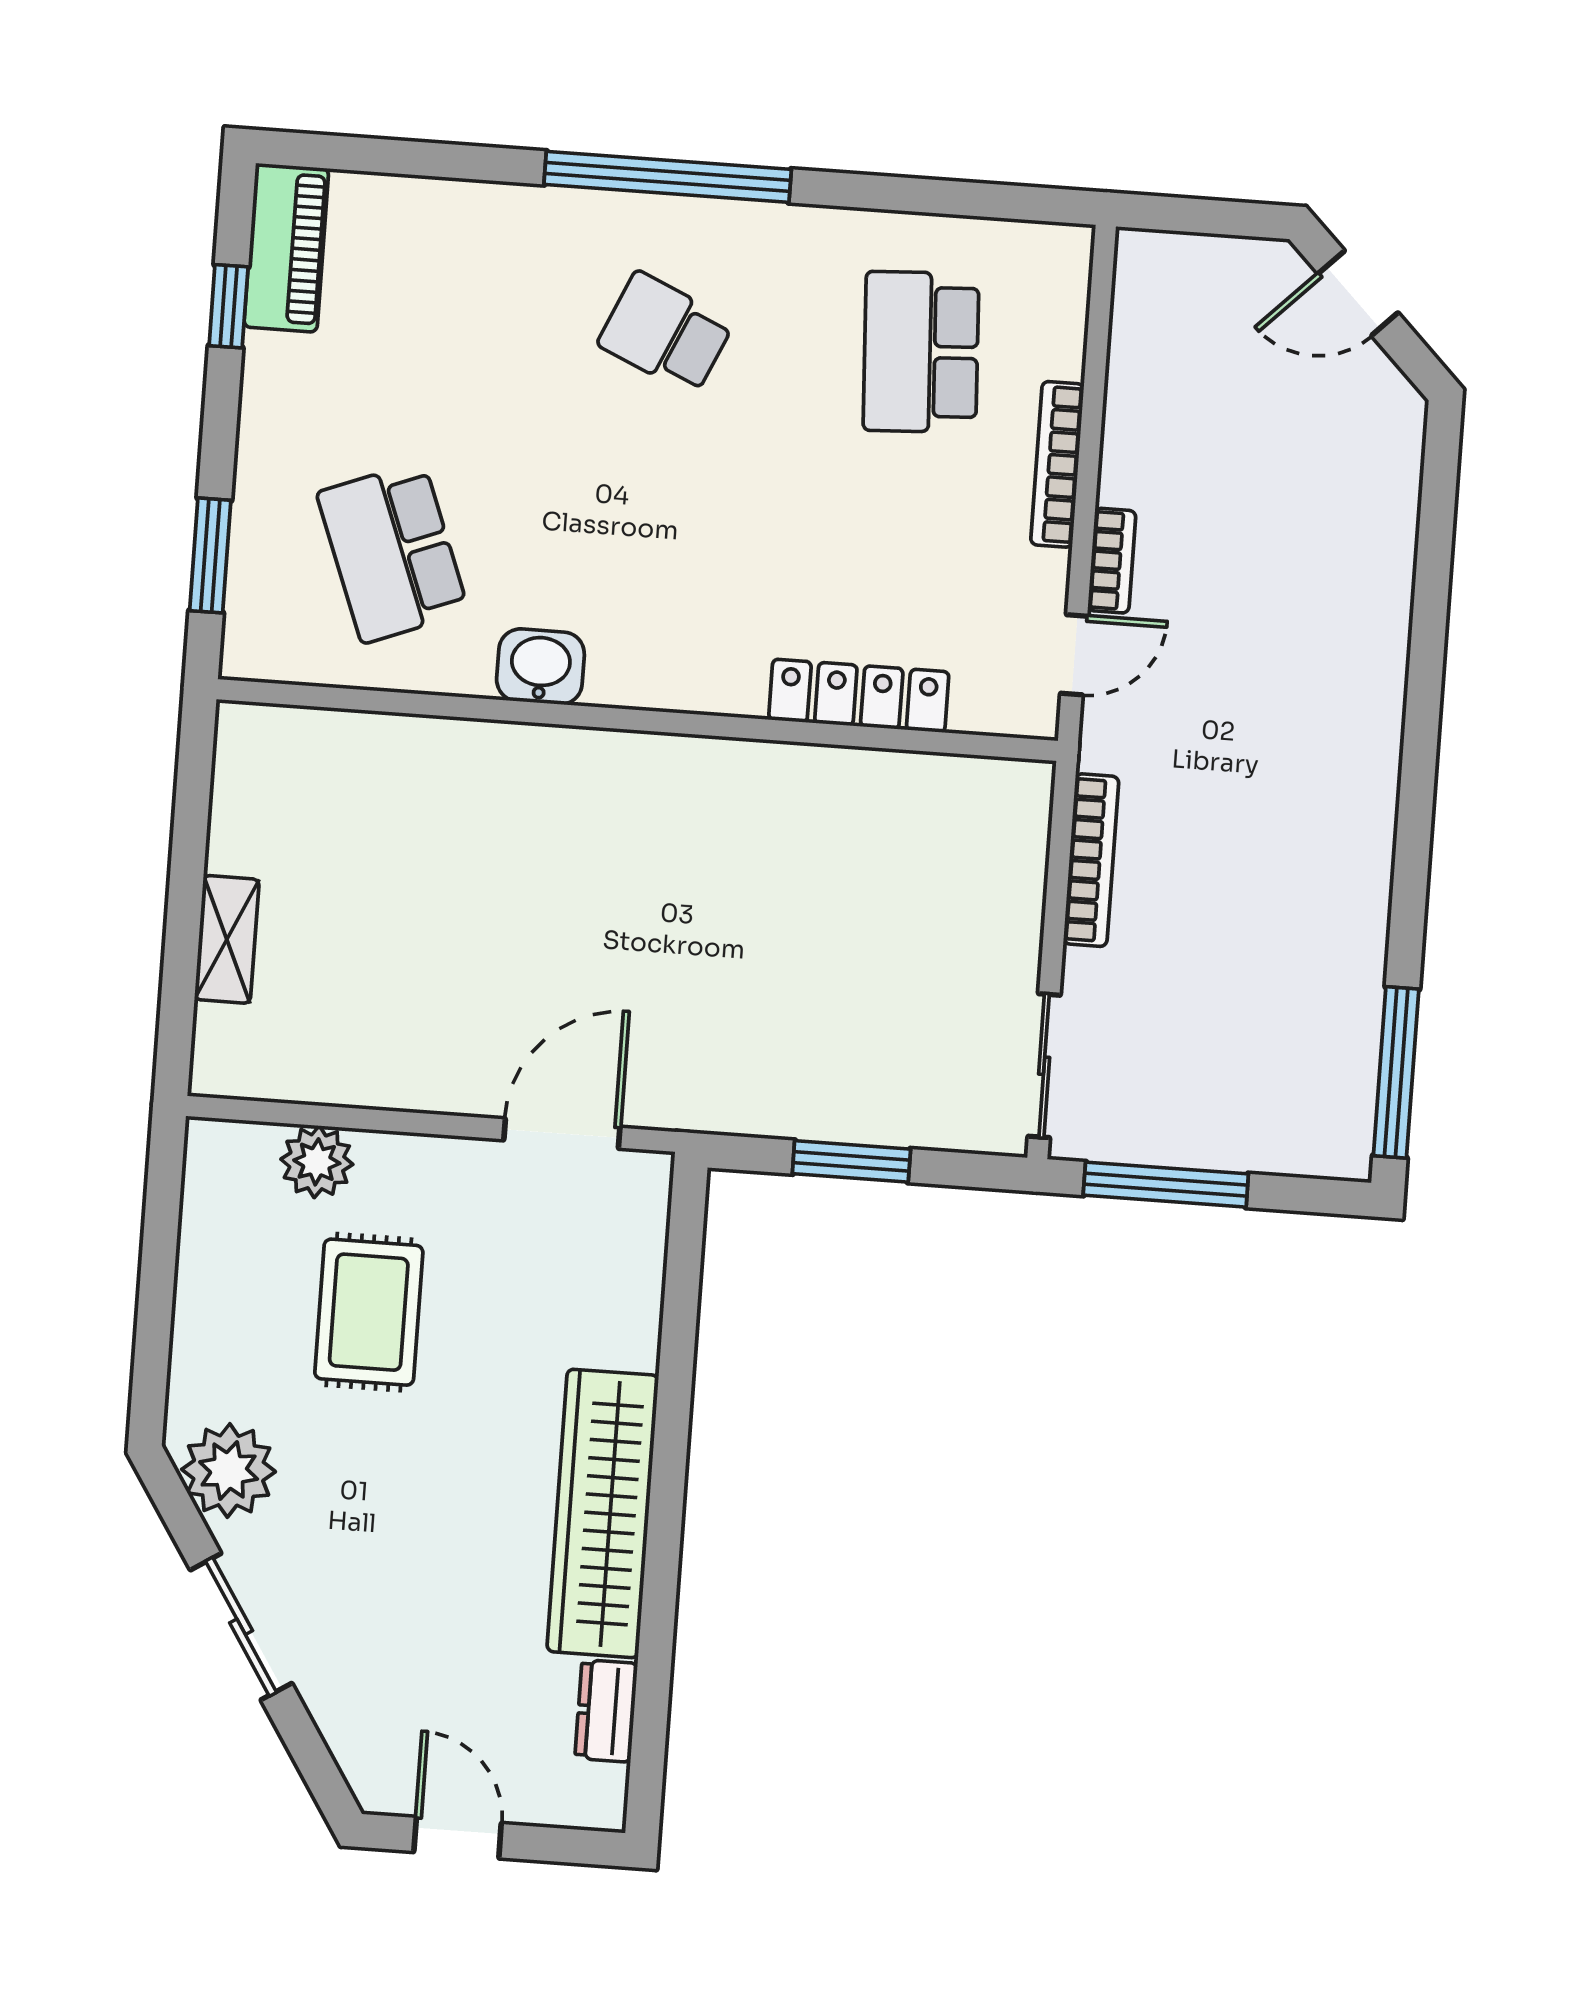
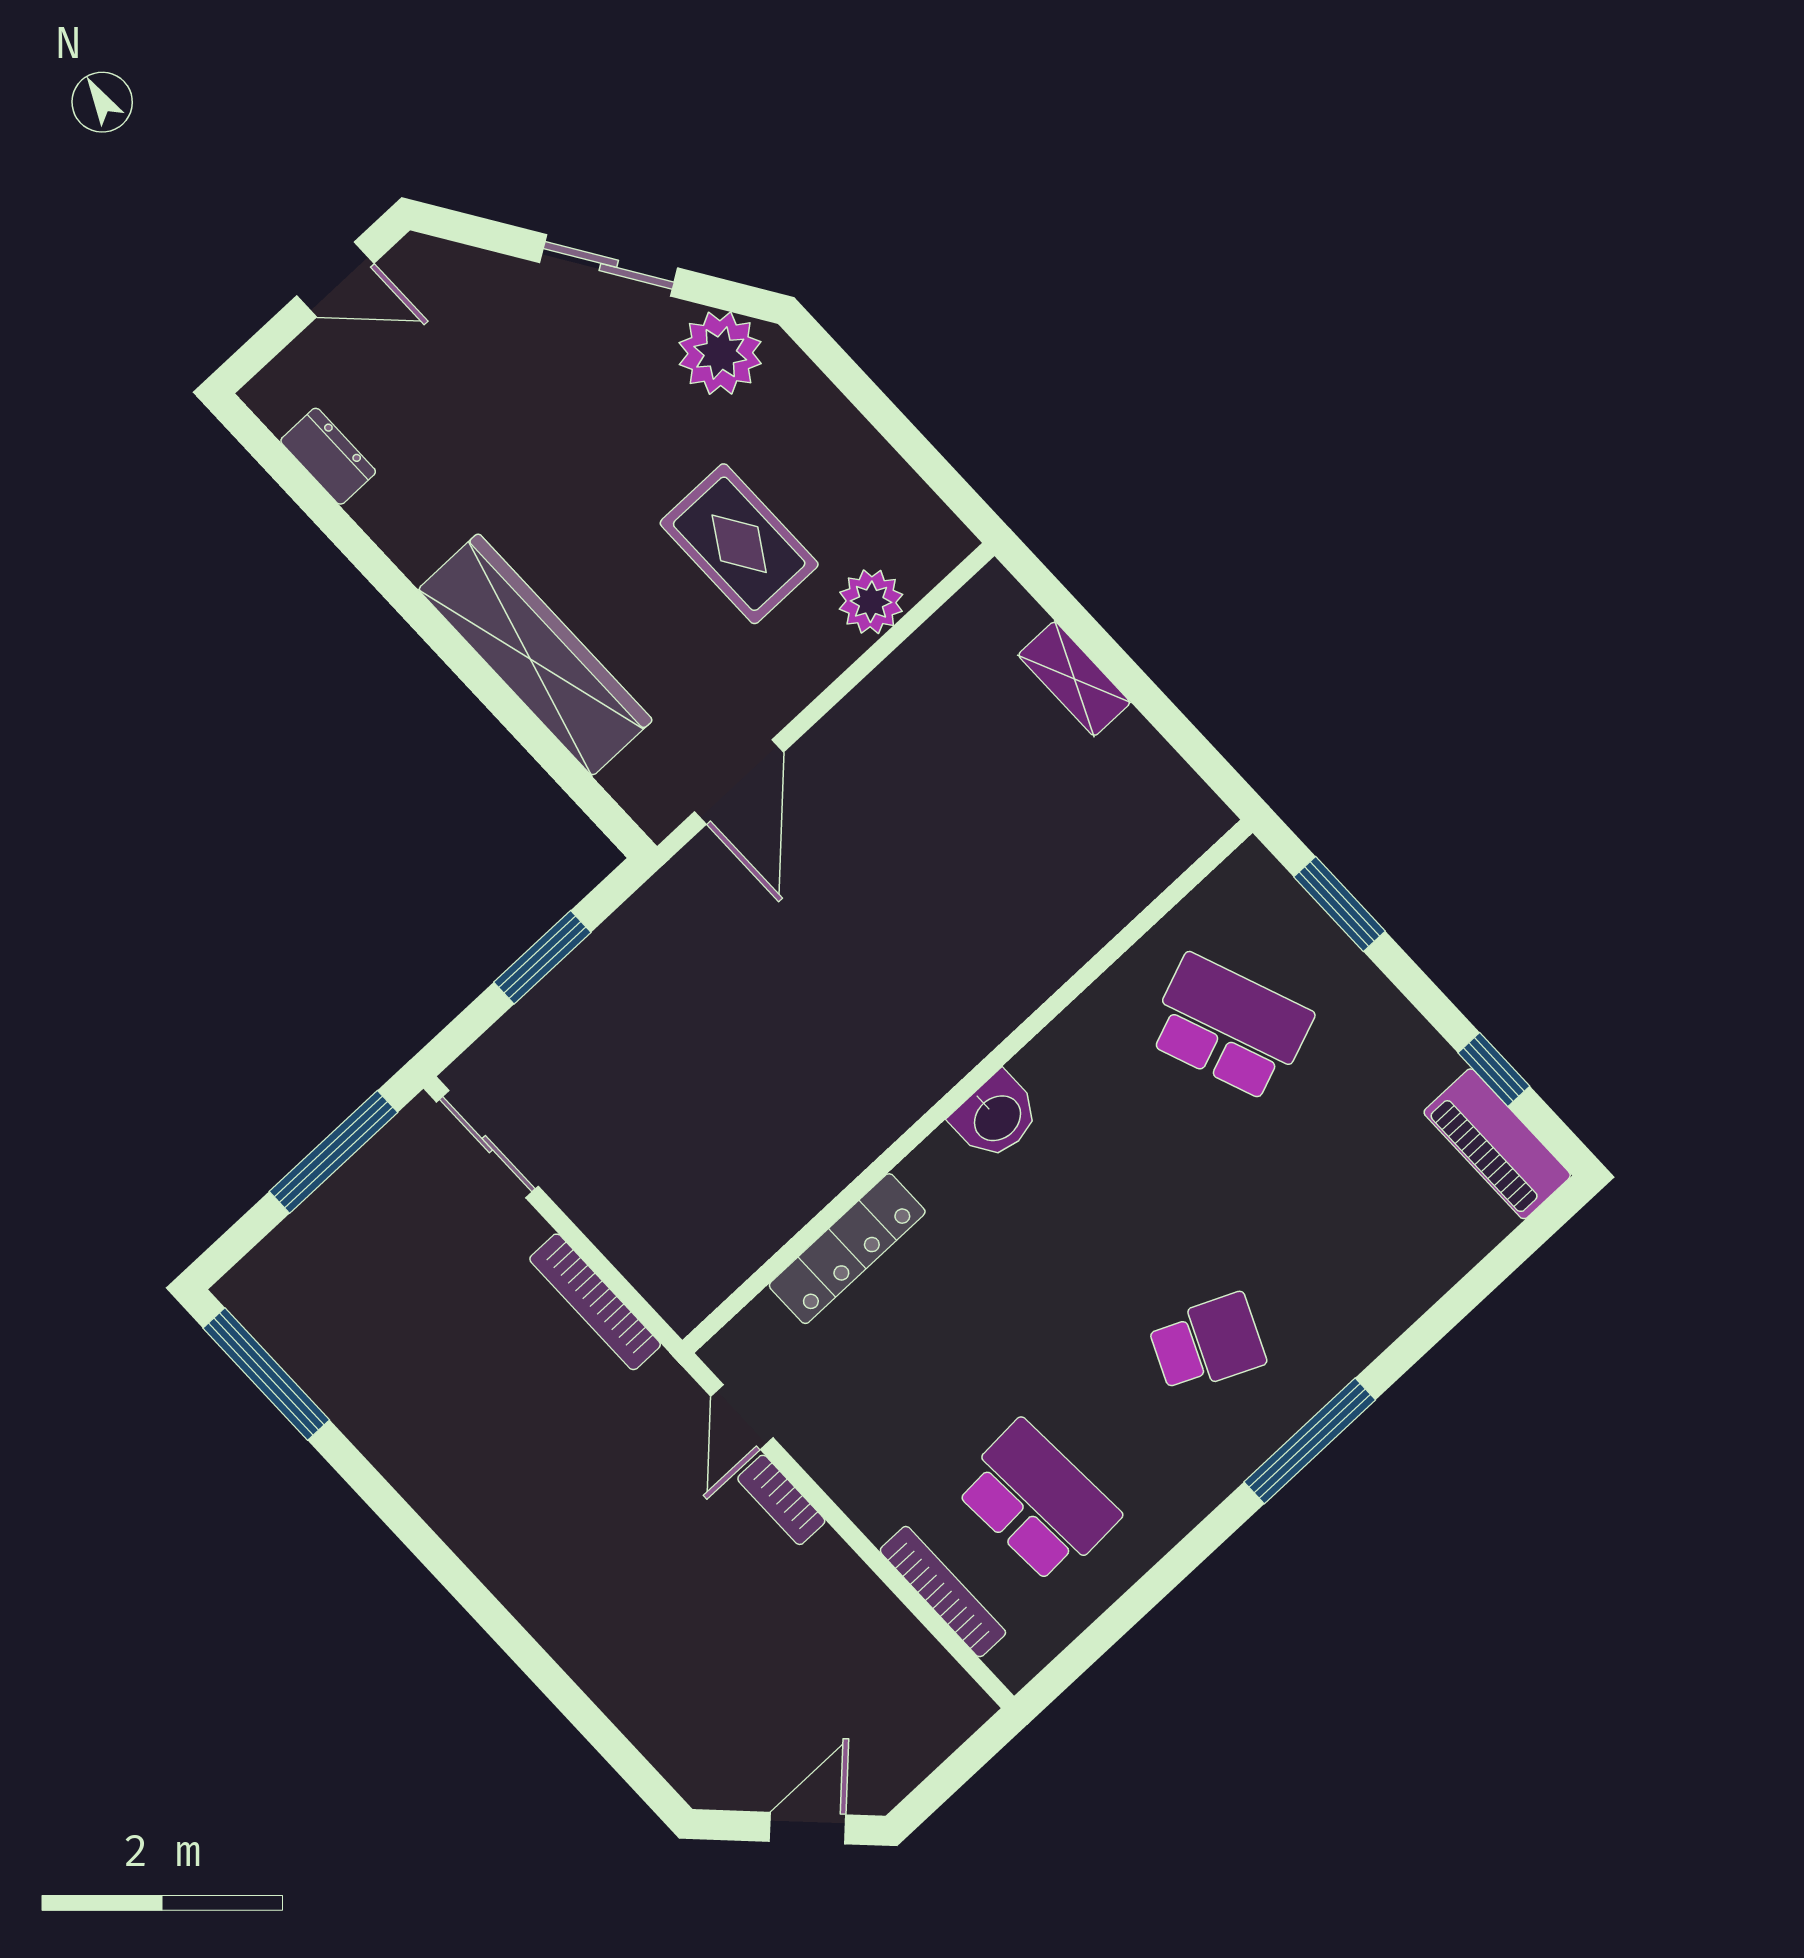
window: (668, 177) -> (1310, 1441), width x0.68
bookcase: (1057, 464) -> (943, 1592), moved
washbasin: (540, 667) -> (996, 1117), moved
wardrobe: (603, 1513) -> (535, 655), moved

